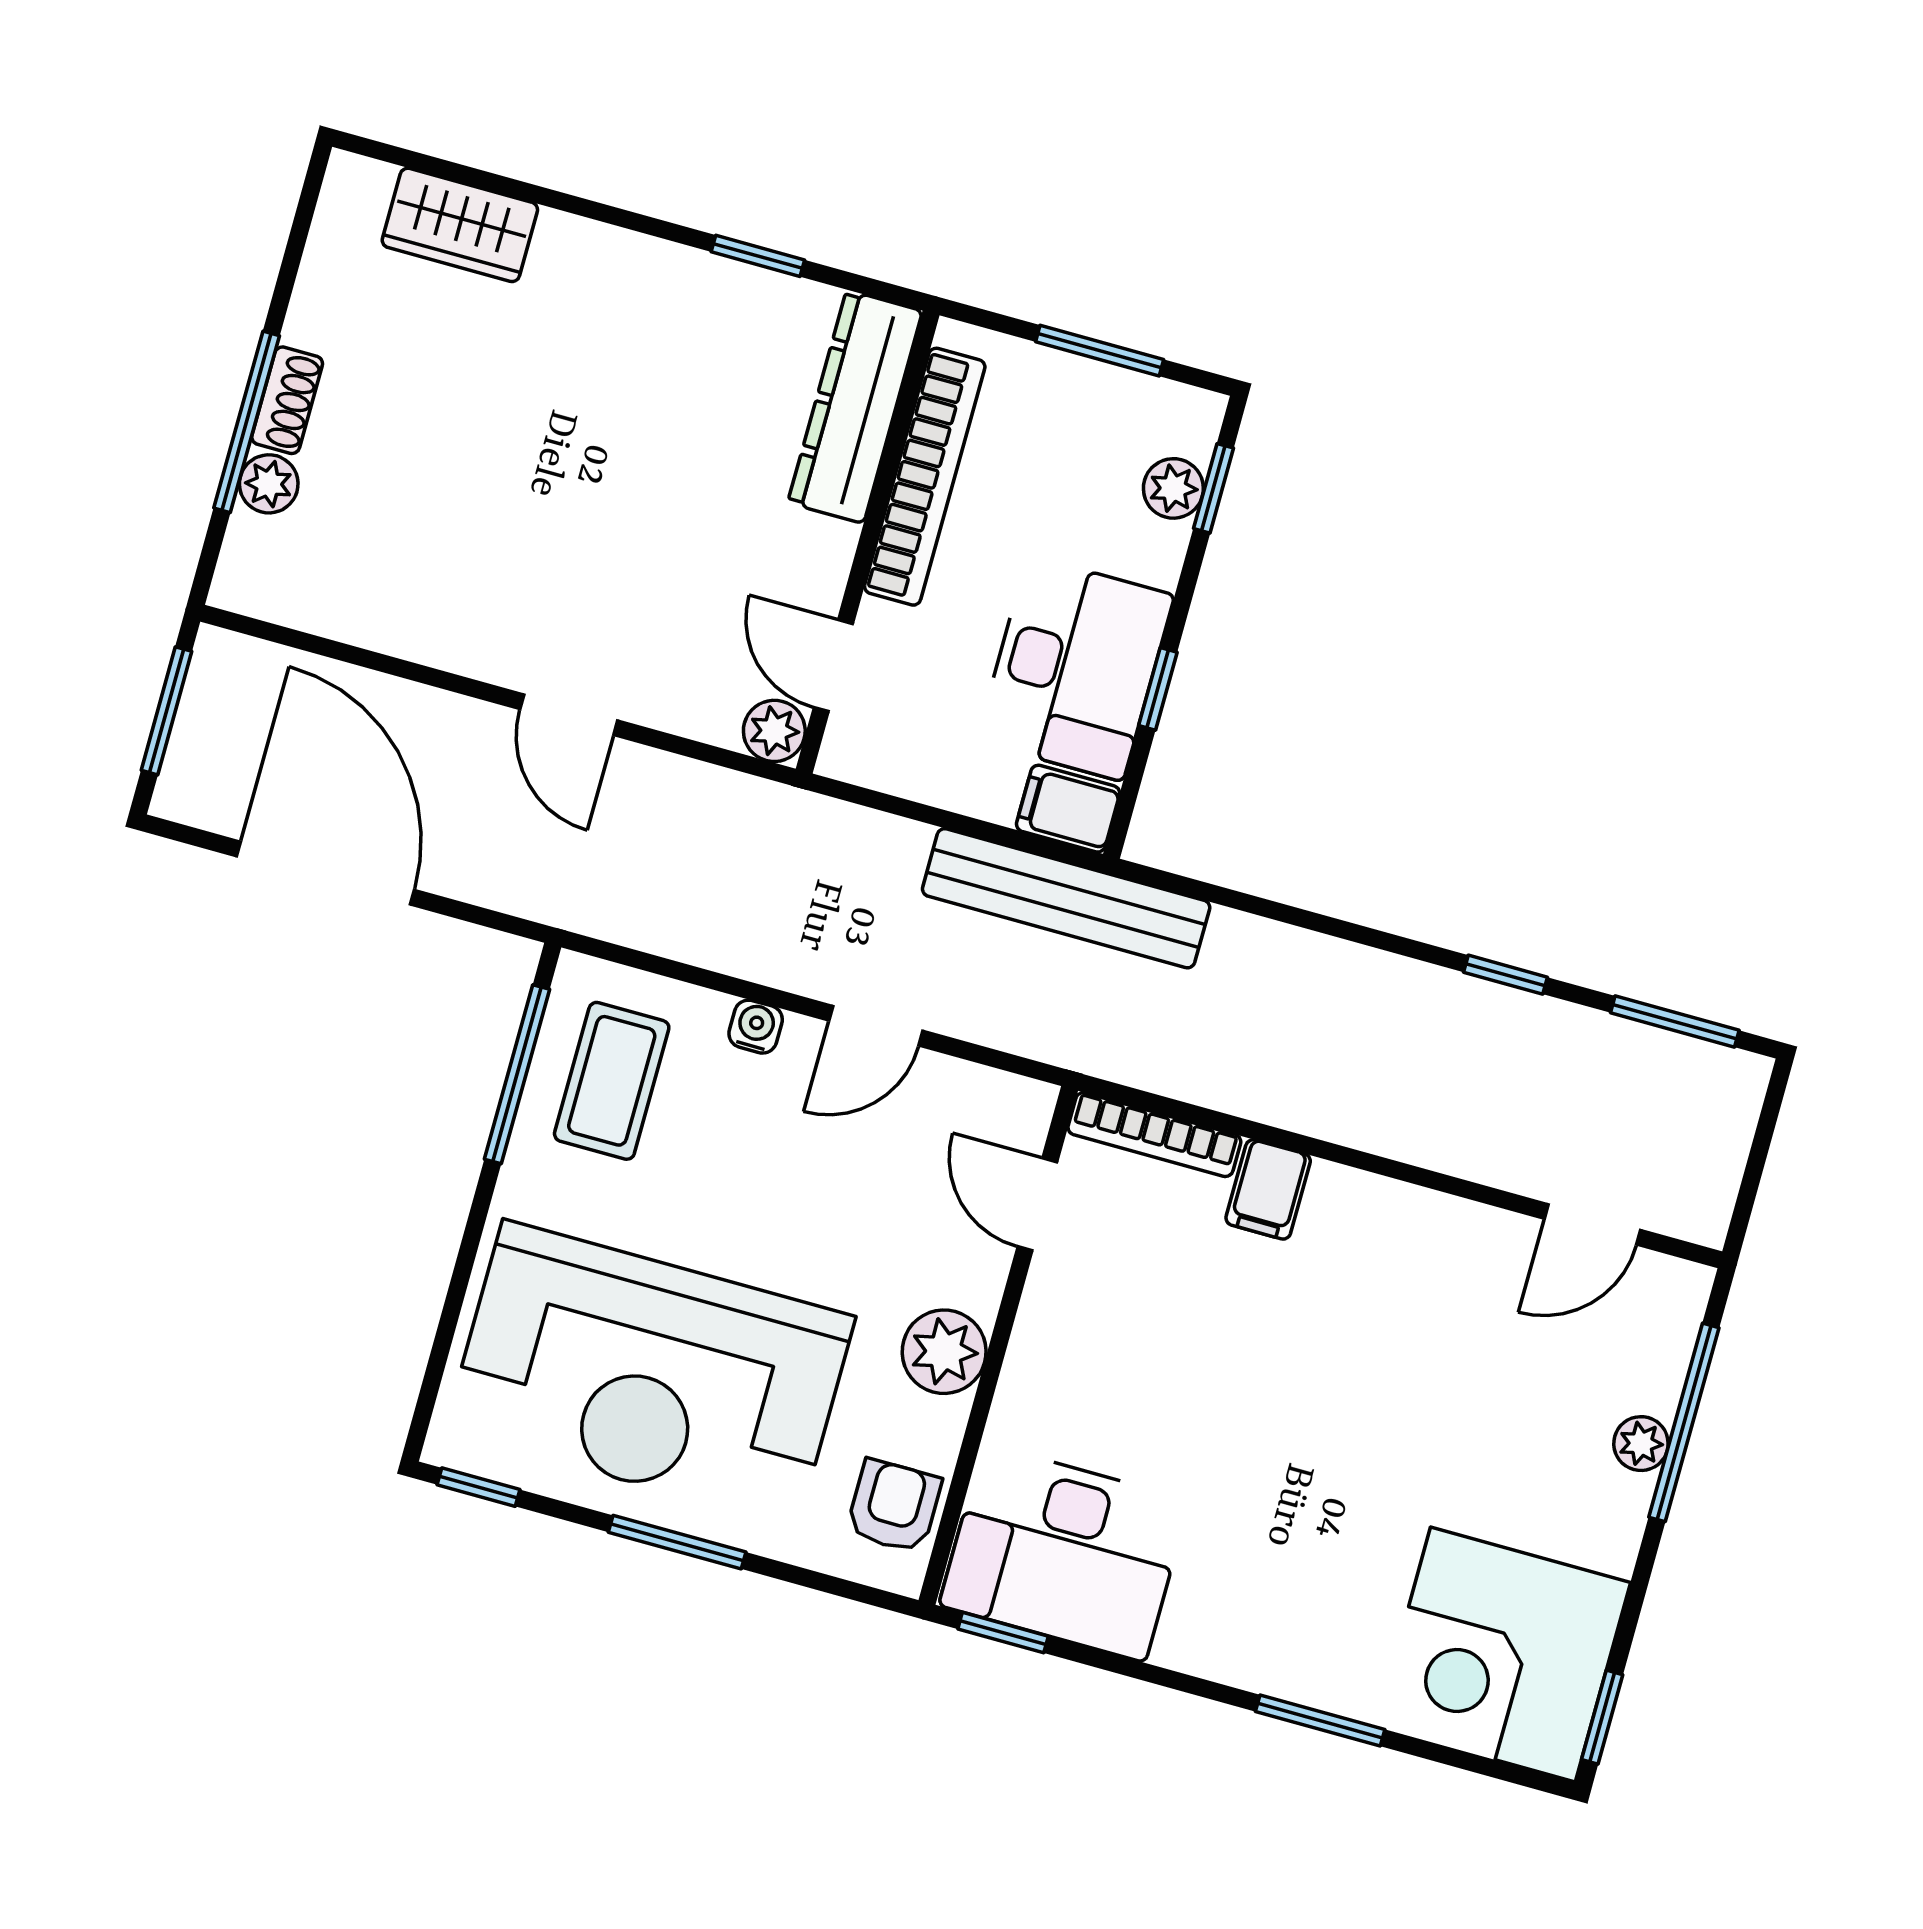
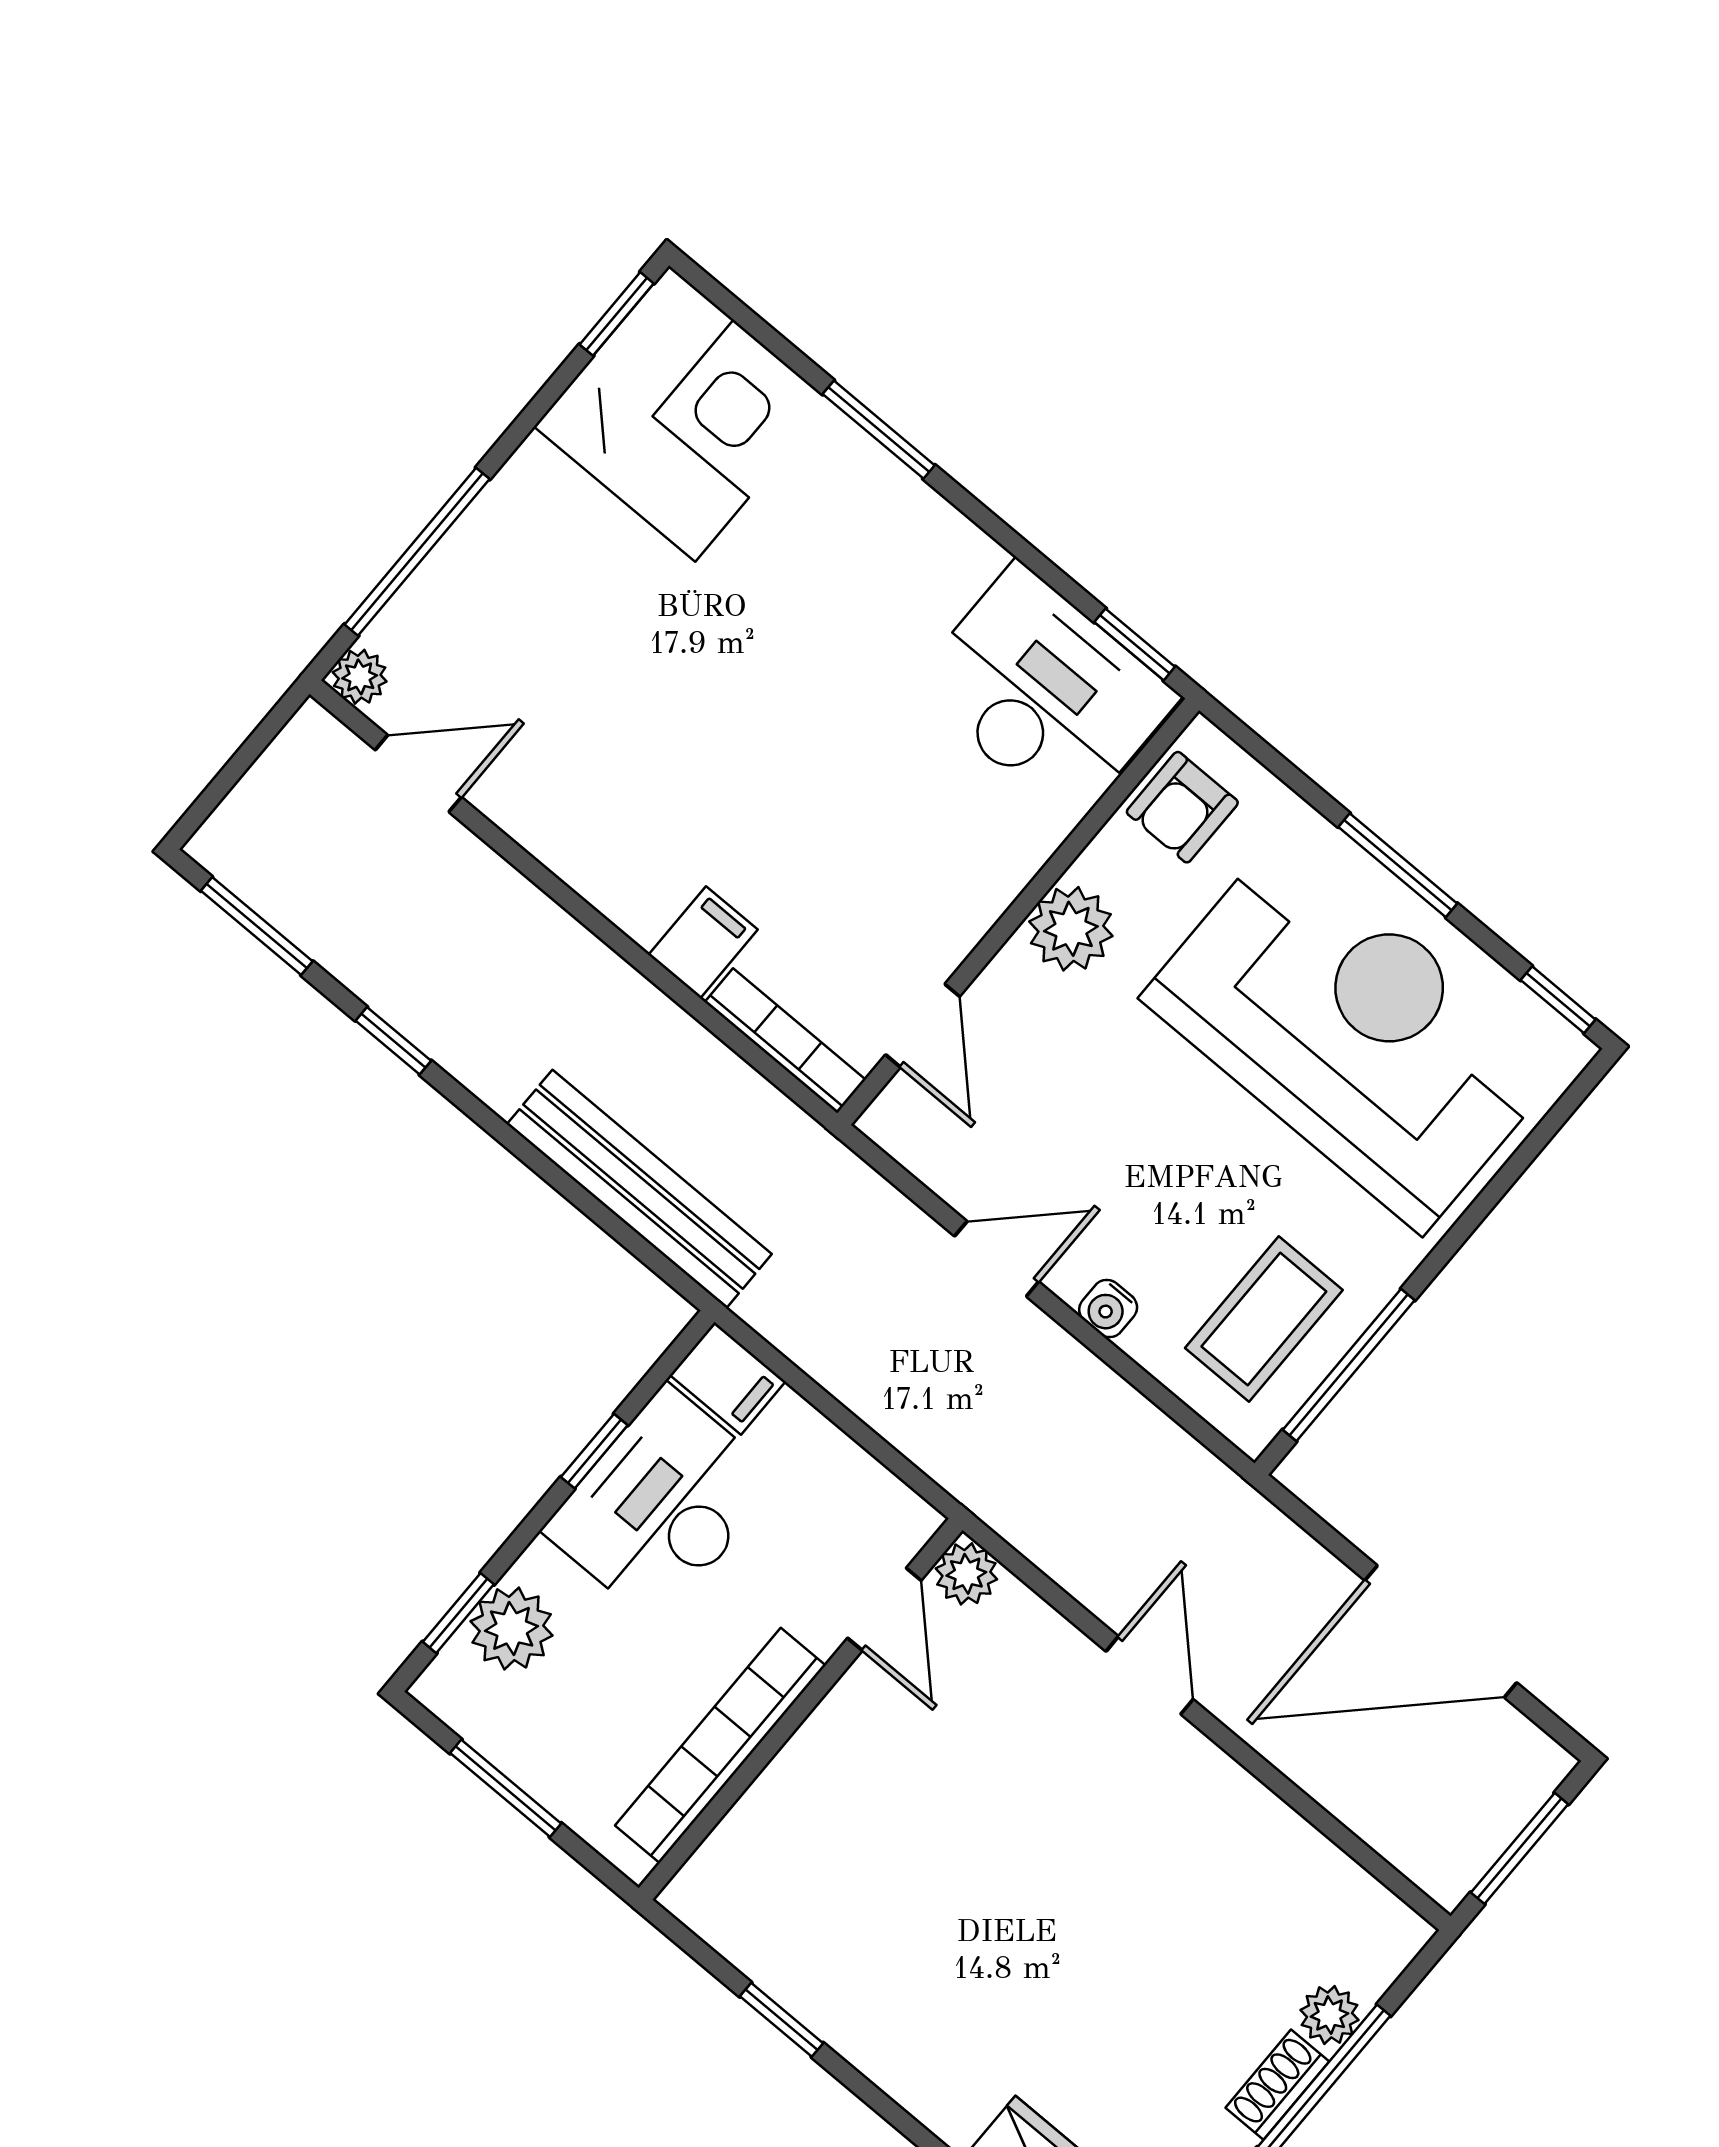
dresser: (855, 407) -> (755, 1839), removed
plant: (1173, 488) -> (512, 1628), width x1.38, depth x1.38
door: (326, 873) -> (1441, 1631), hinge flipped
bench: (1066, 898) -> (639, 1189), moved
plant: (1641, 1444) -> (360, 677), moved

